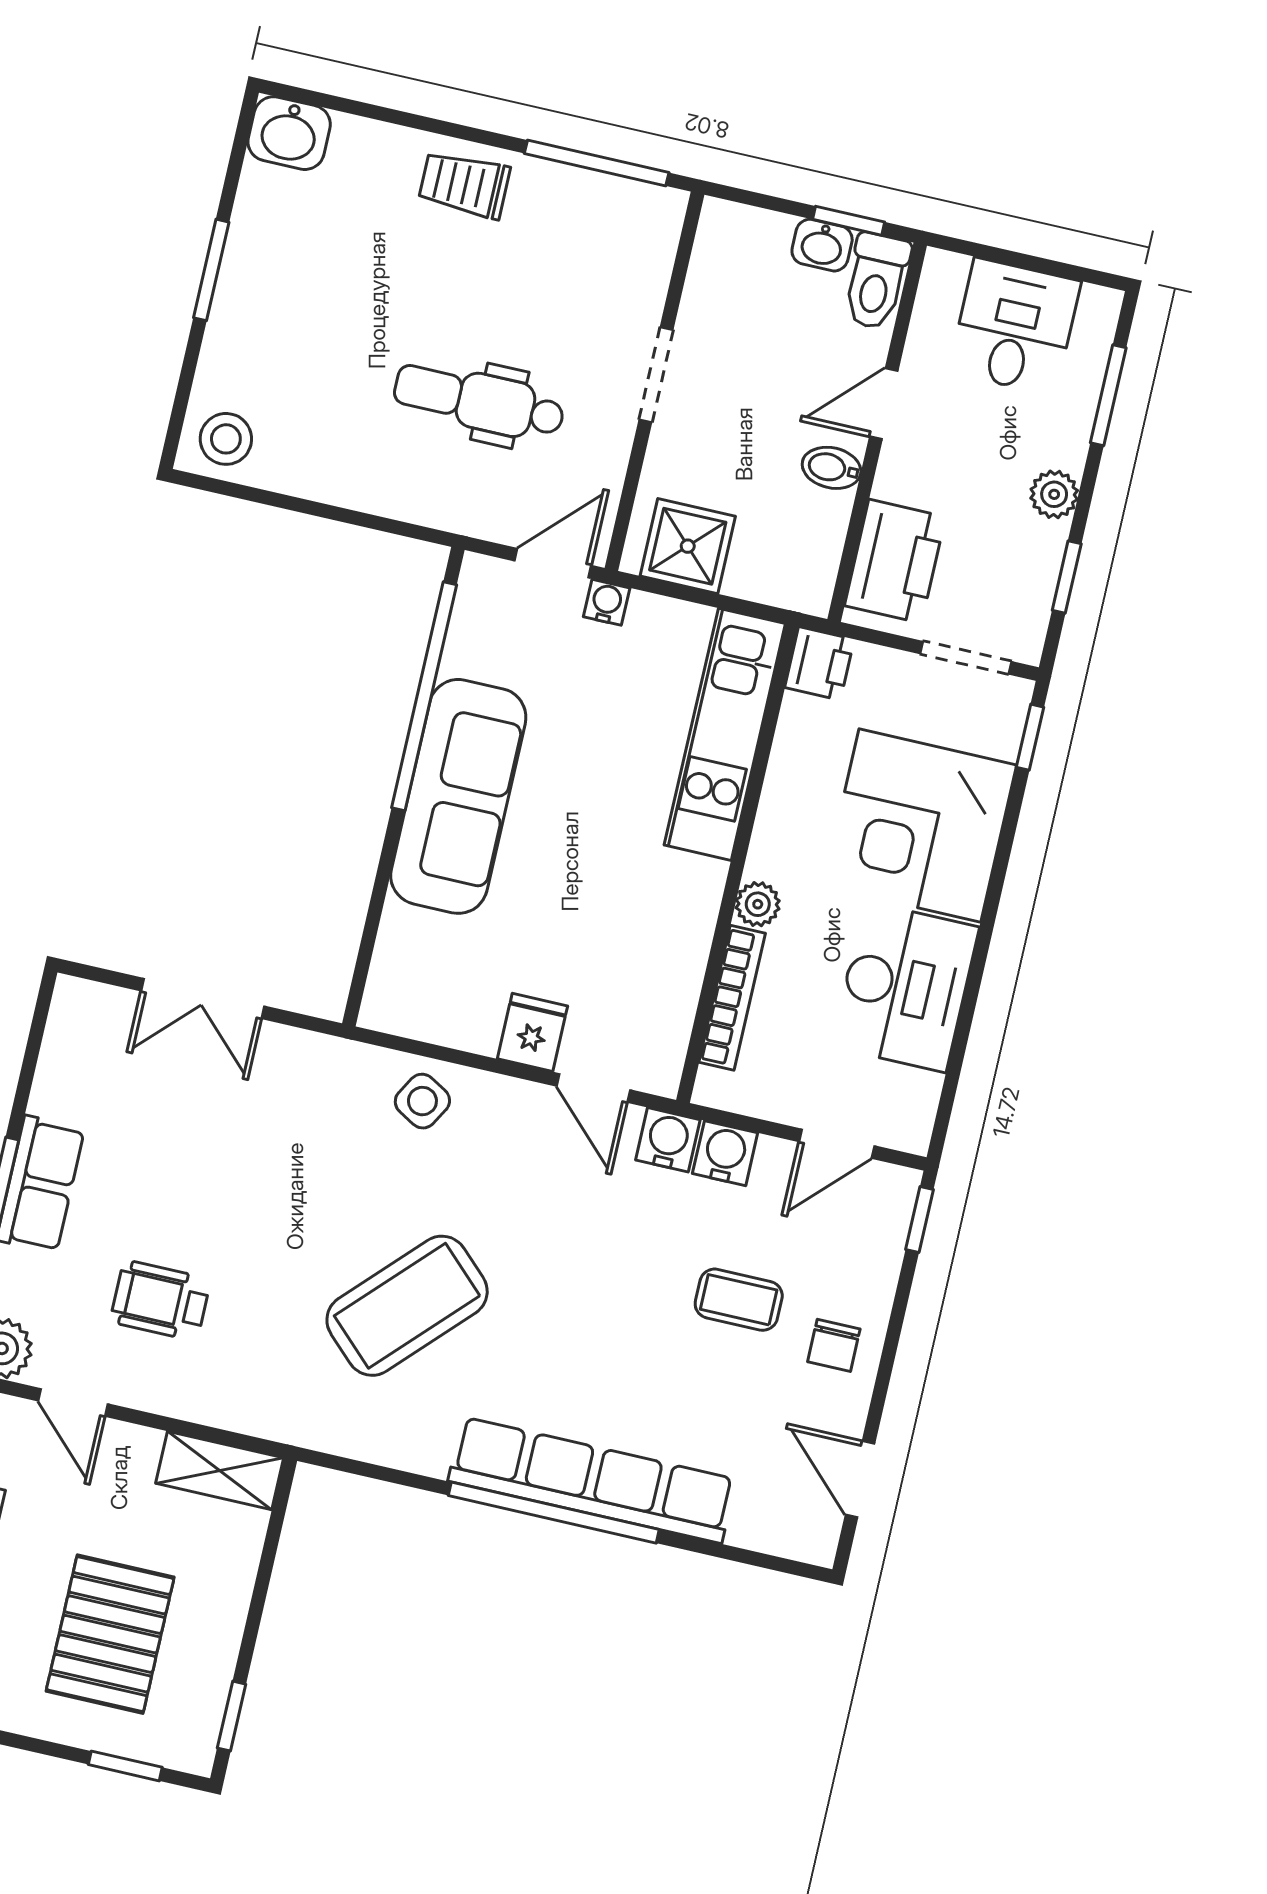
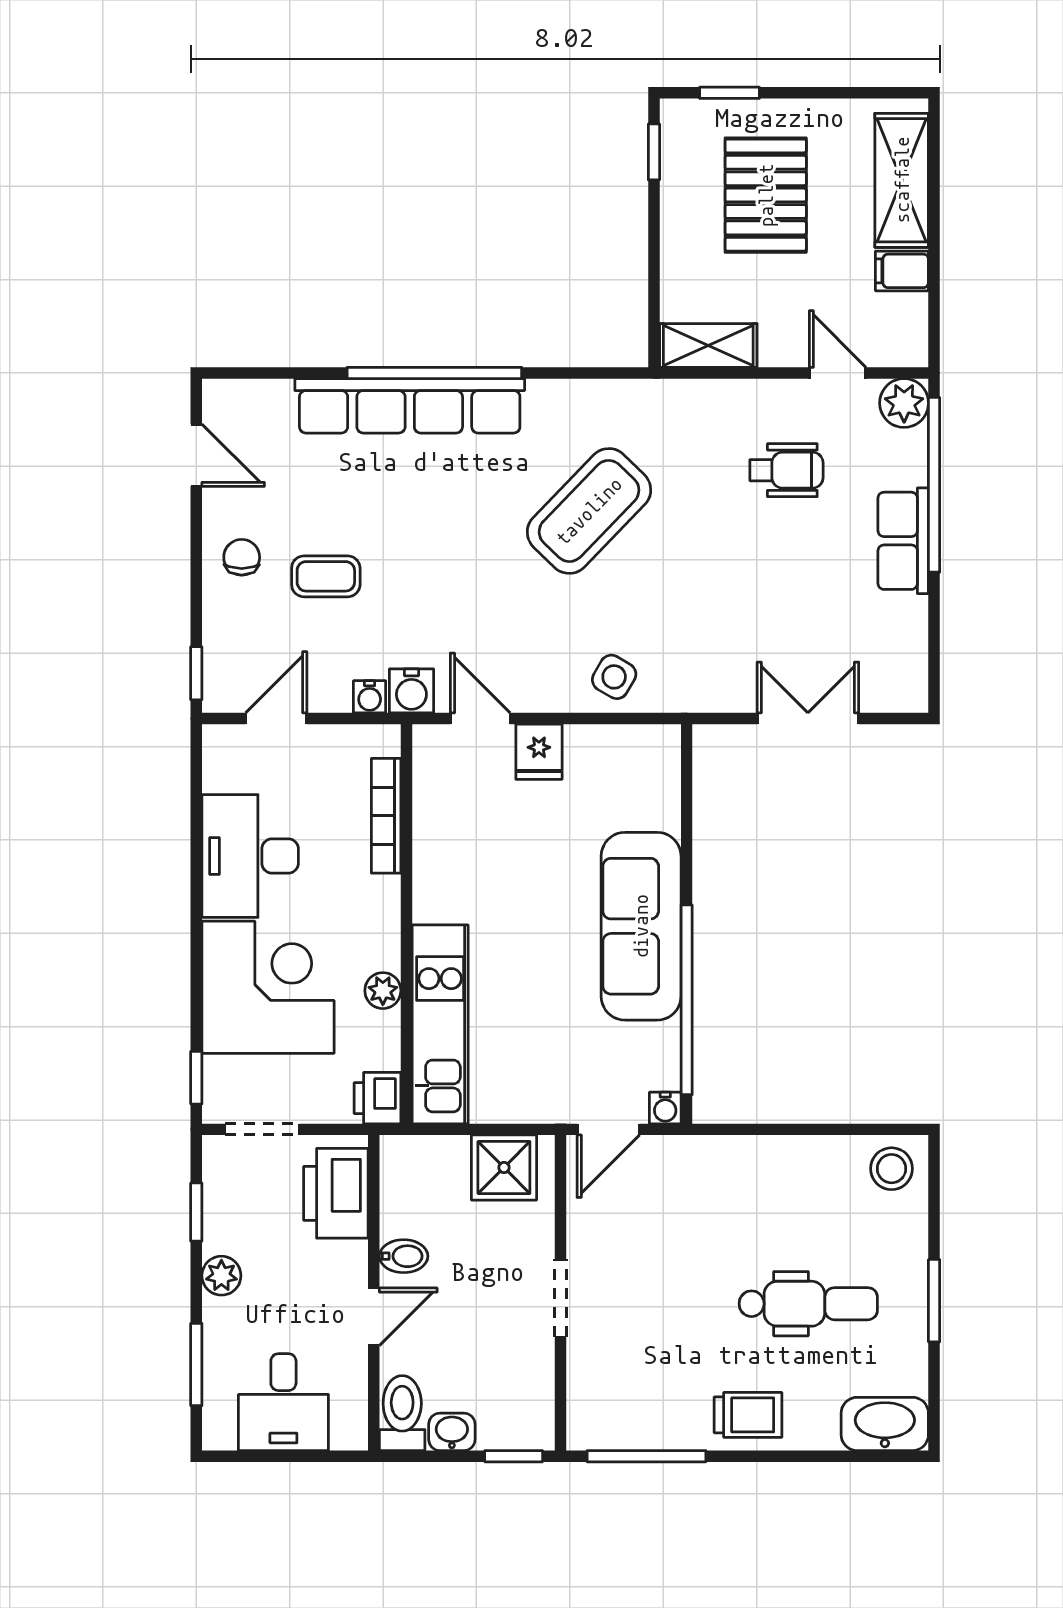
washbasin: (289, 133) -> (885, 1424), width x1.38
window: (849, 221) -> (514, 1456), moved
dental chair: (479, 401) -> (808, 1304), moved
water cooler: (607, 602) -> (665, 1108), moved
plant: (758, 904) -> (383, 991), moved
water cooler: (725, 1153) -> (370, 697), width x0.72, depth x0.72

